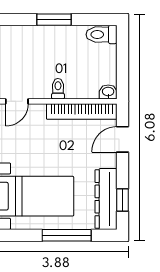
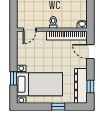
door: (122, 139) -> (90, 52), hinge flipped
window: (67, 235) -> (58, 107), width x0.46

